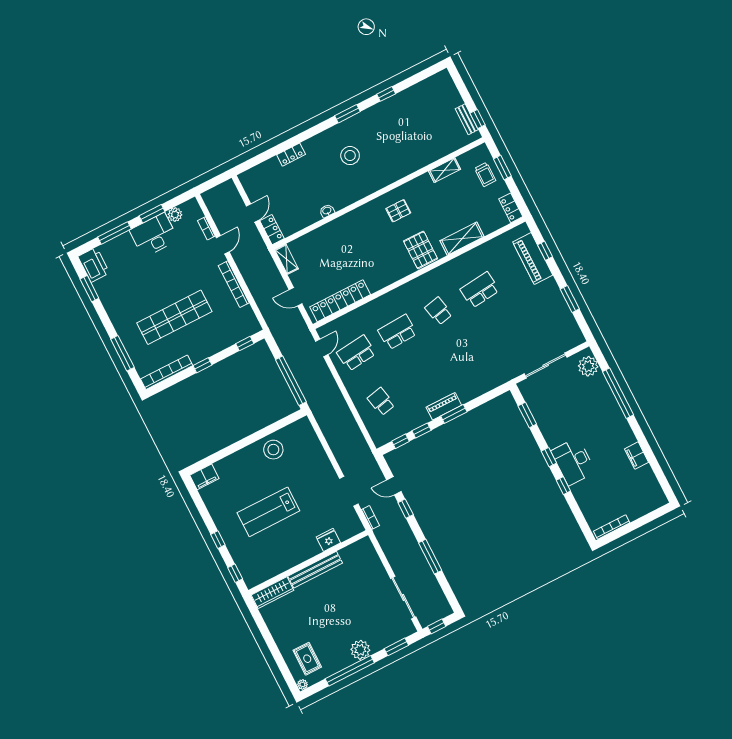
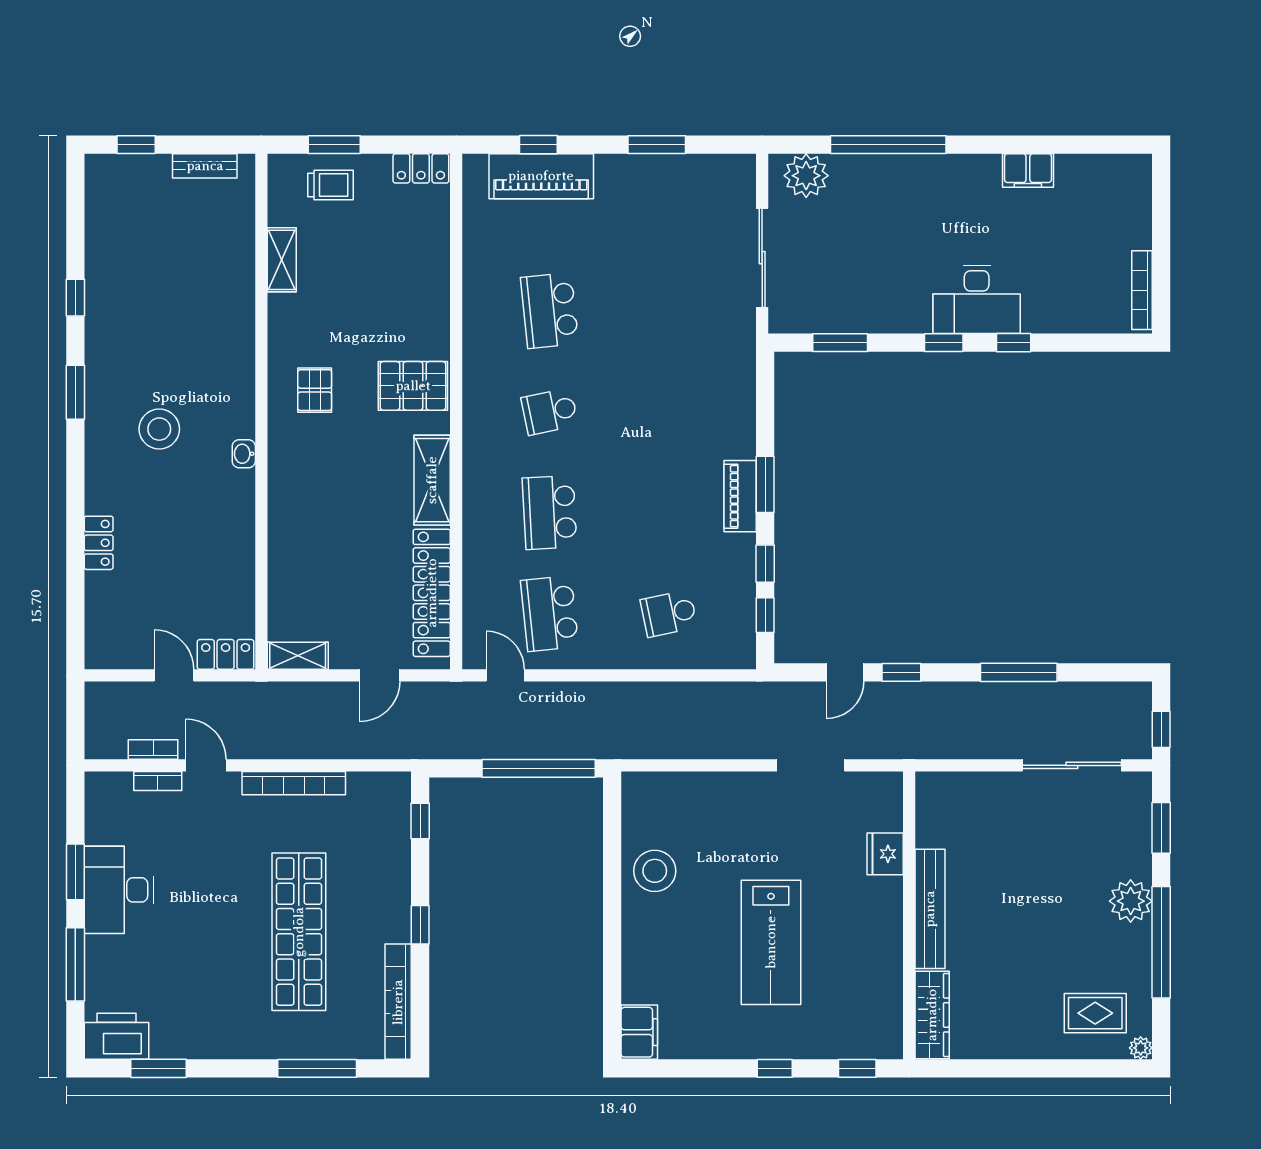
window: (478, 119) -> (136, 145), moved
washbasin: (327, 211) -> (244, 454), moved
plant: (175, 215) -> (100, 828), removed
shelving: (462, 239) -> (432, 480), moved
bookcase: (370, 518) -> (153, 750), moved

